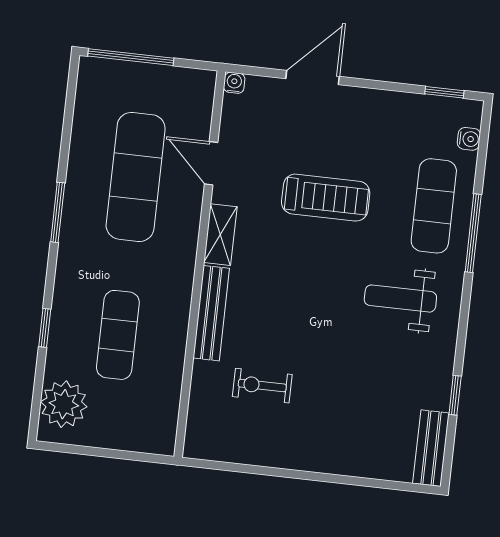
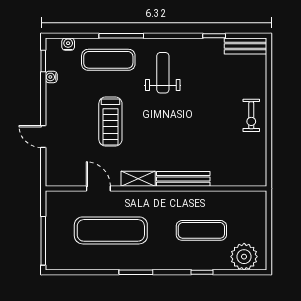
door: (313, 77) -> (43, 137), width x0.73
water cooler: (234, 83) -> (51, 77), moved
door: (211, 163) -> (98, 189), swing flipped
treadmill: (326, 198) -> (110, 122), turned 180
weight bench: (400, 299) -> (163, 73), turned 180
exercise bike: (262, 386) -> (251, 115), moved

